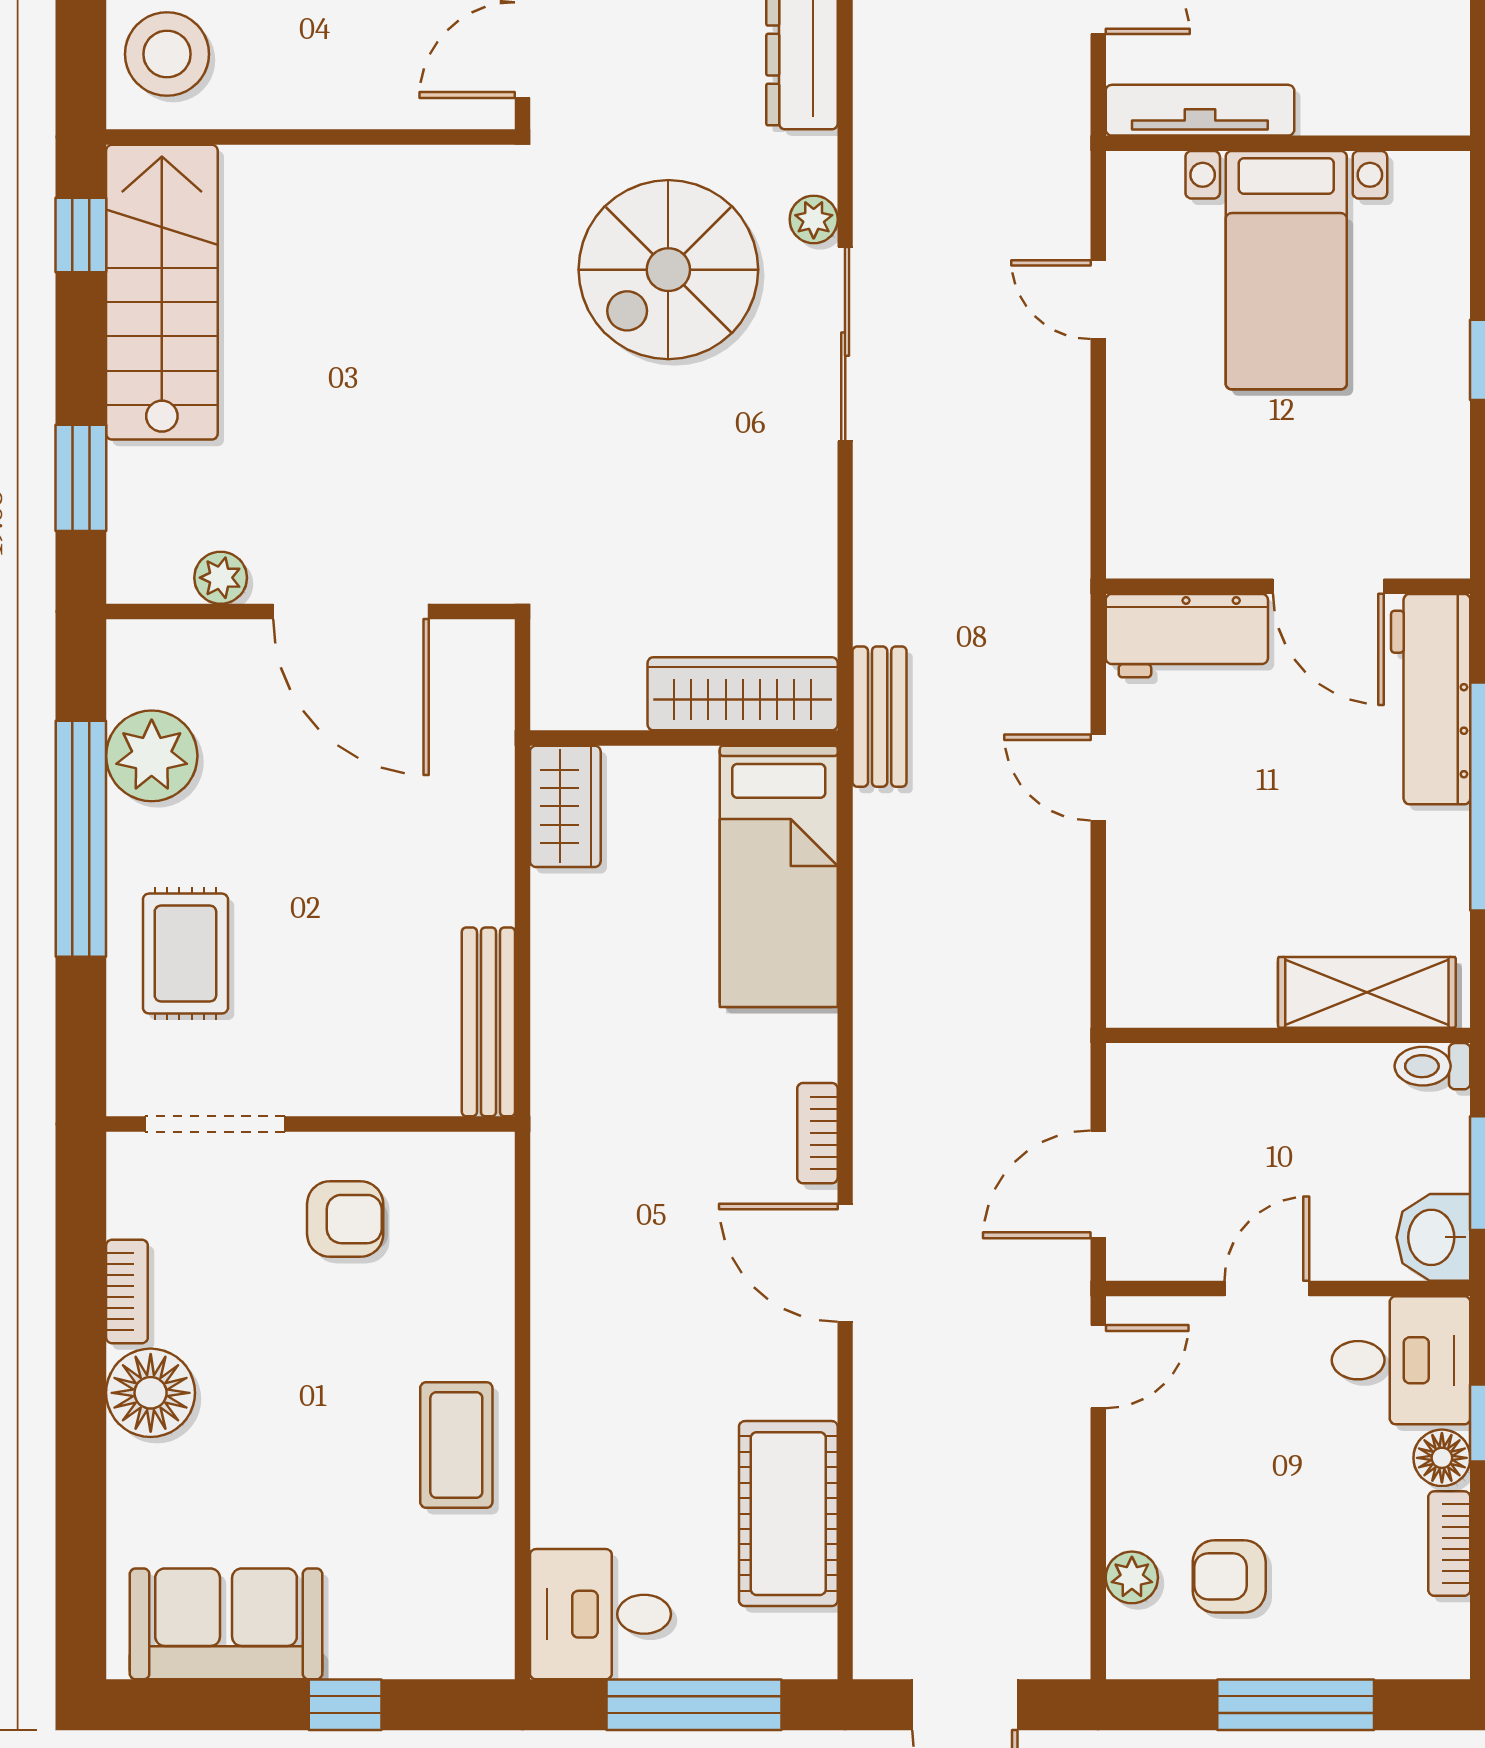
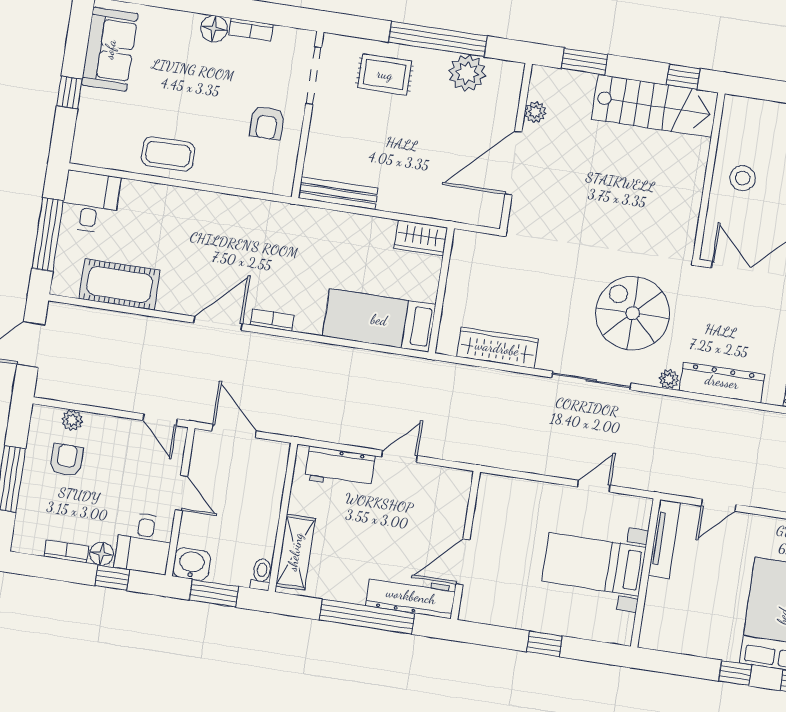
stool: (167, 54) -> (743, 178), moved, width x0.73, depth x0.73
plant: (814, 219) -> (669, 379), moved
workbench: (1187, 636) -> (340, 468), moved, turned -90
wardrobe: (743, 694) -> (497, 348), moved, turned -90
bench: (880, 717) -> (438, 371), removed
floor lamp: (151, 1393) -> (214, 29), width x0.73, depth x0.73

